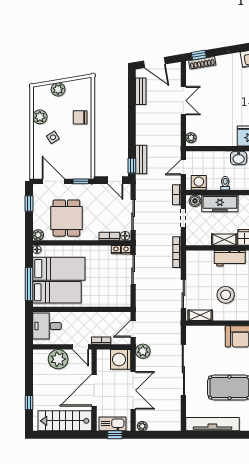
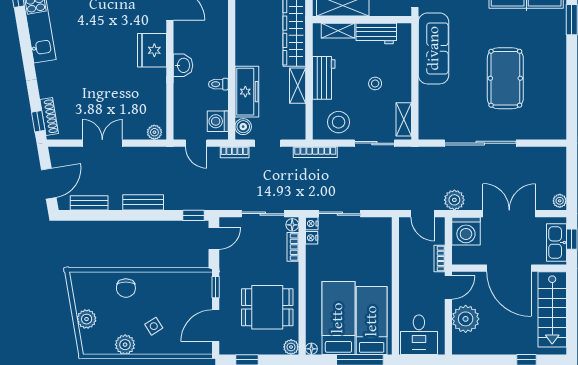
bench: (141, 160) -> (143, 202), moved
stool: (198, 269) -> (339, 122), added
stool: (226, 295) -> (375, 84), width x0.53, depth x0.53
tv unit: (212, 424) -> (557, 102), removed

